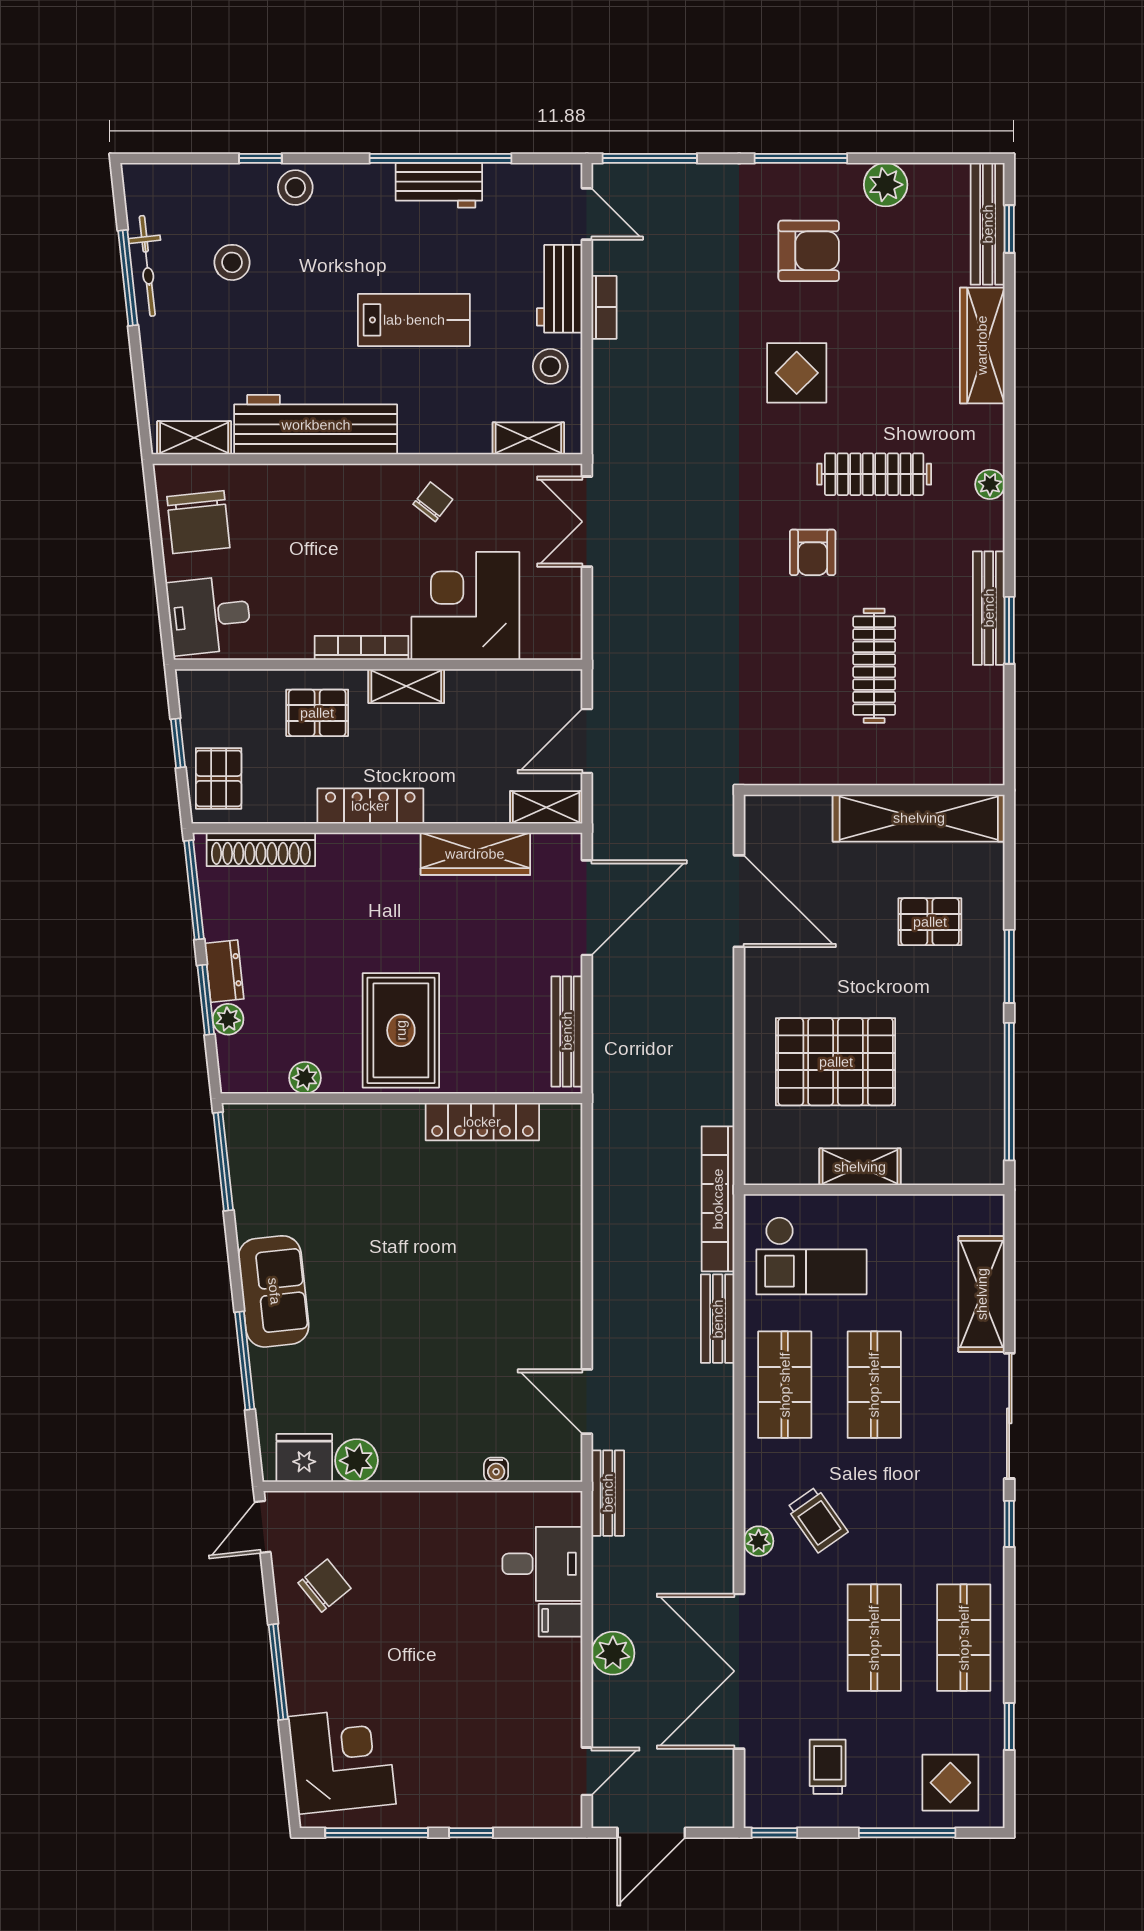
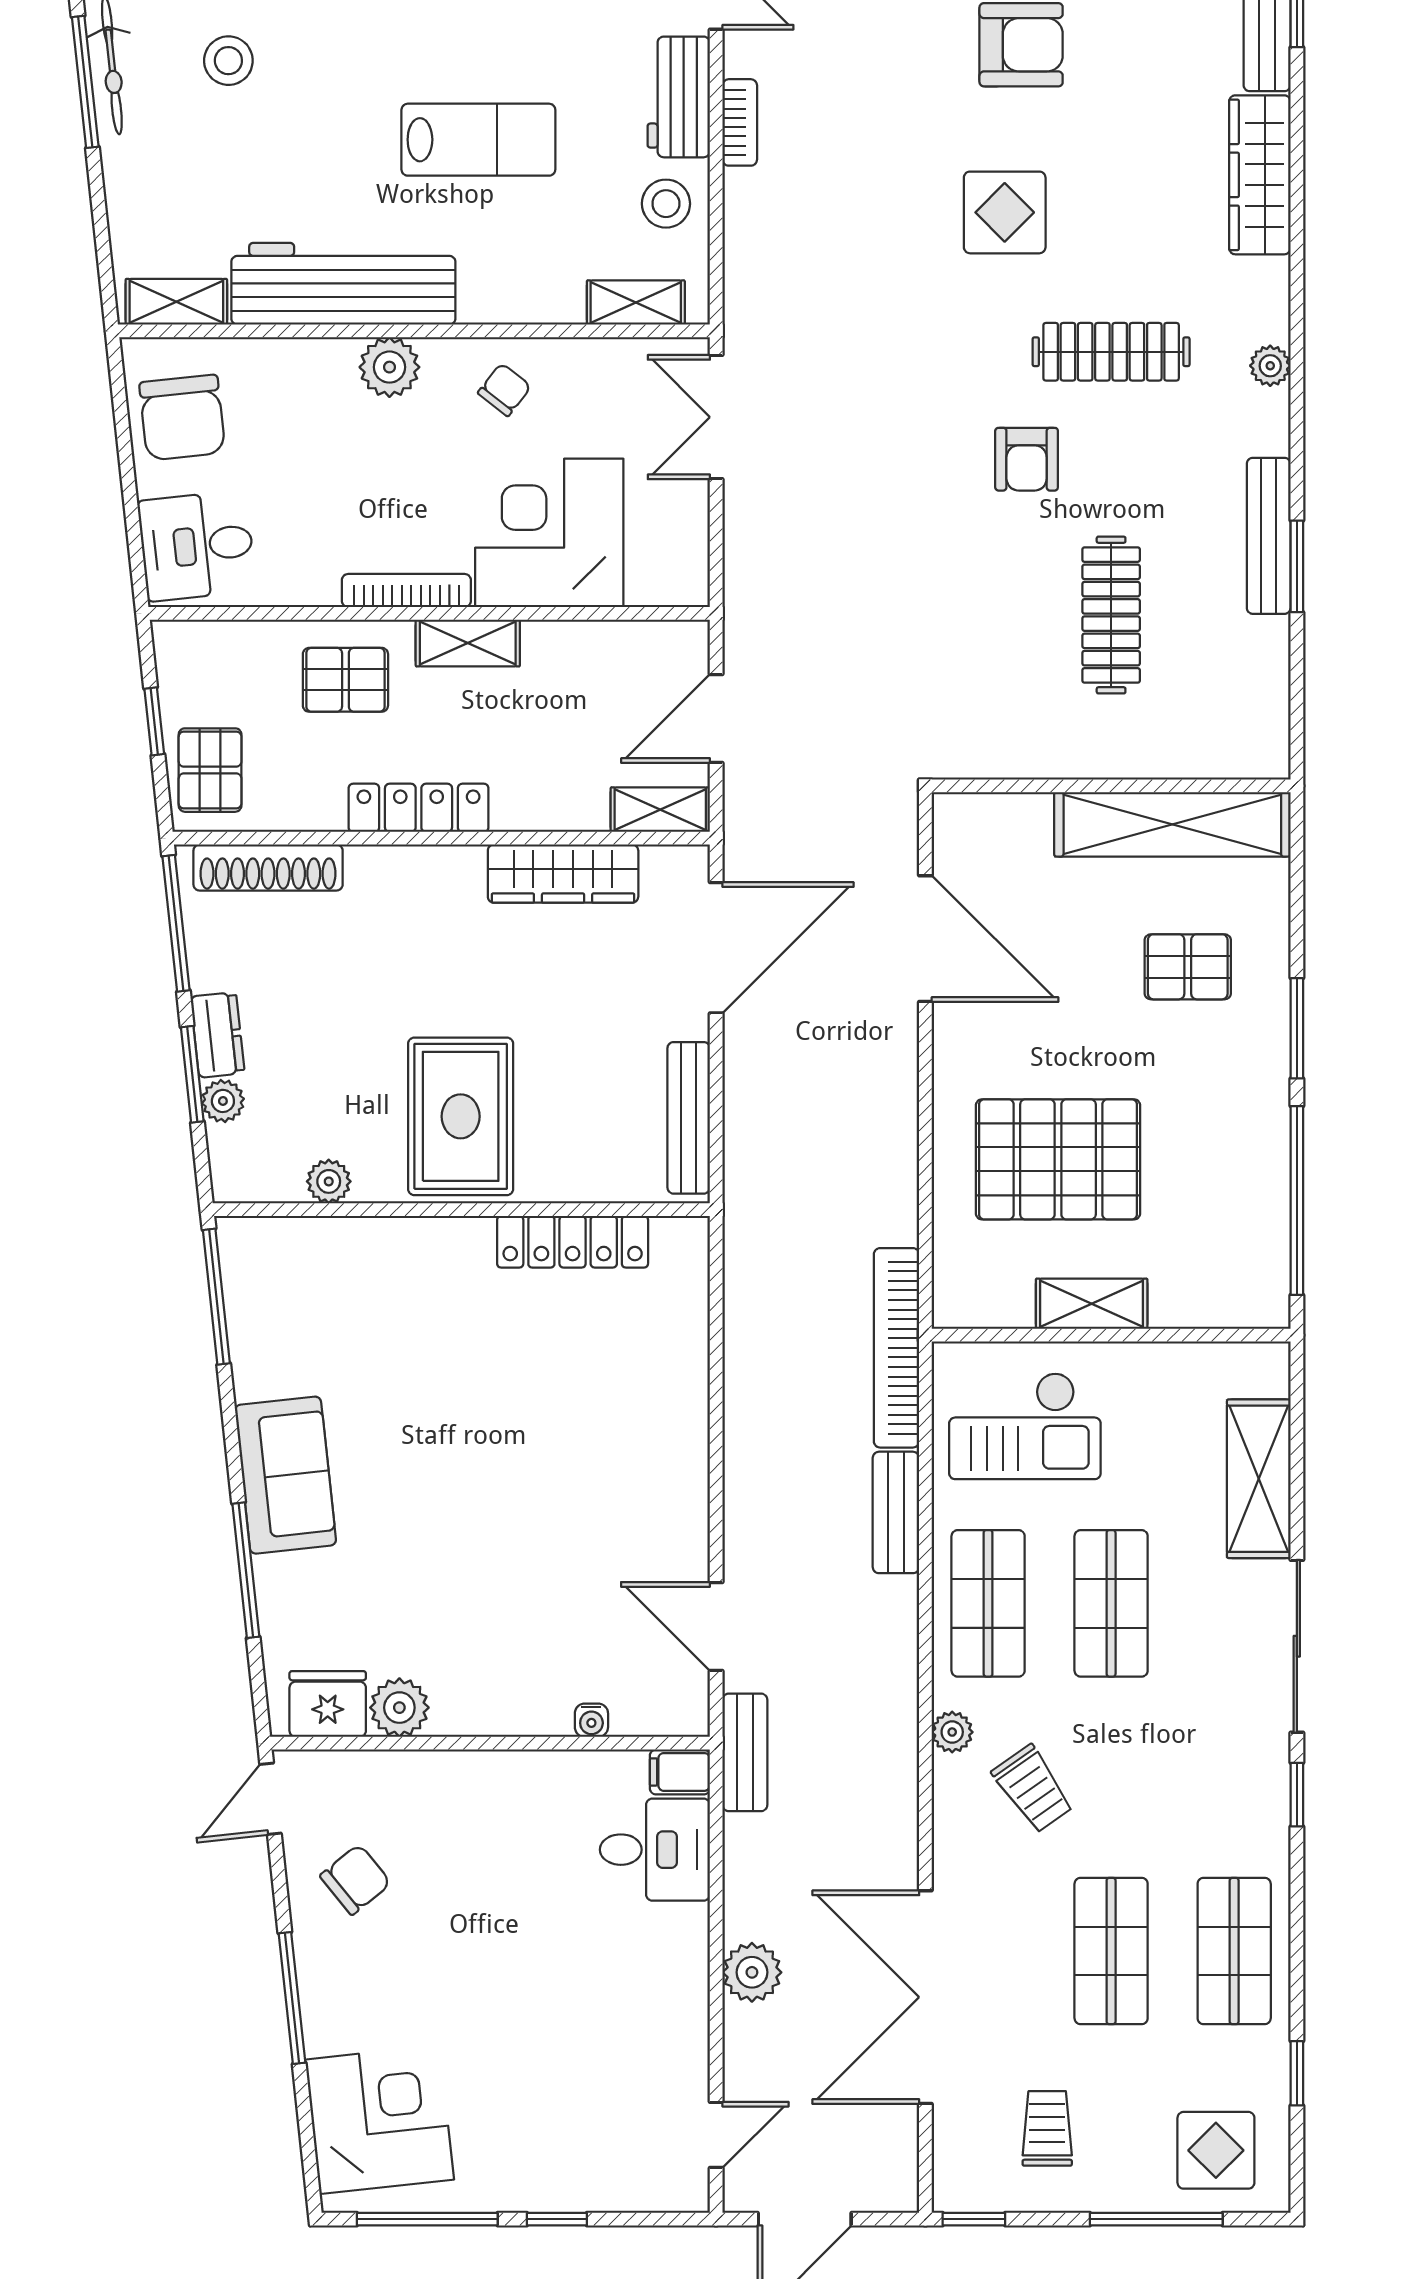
plant: (349, 485) -> (389, 367), added
plant: (759, 1541) -> (952, 1732), moved
filing cabinet: (560, 1620) -> (680, 1772), moved

